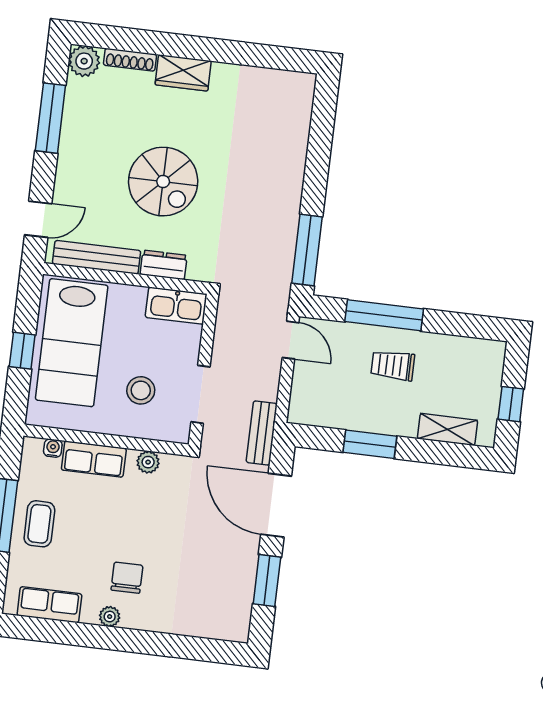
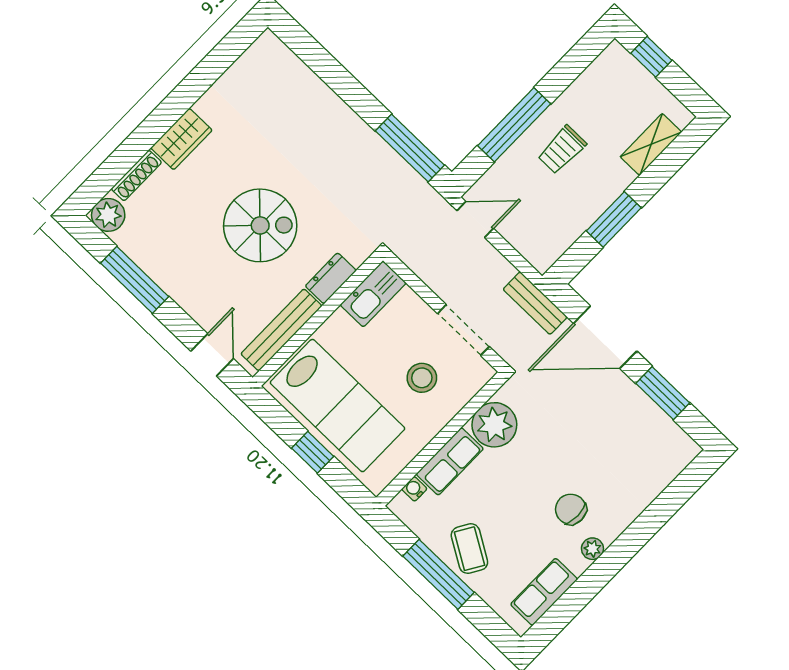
window: (511, 404) -> (651, 57), moved
plant: (148, 462) -> (494, 425), width x1.88, depth x1.88
coffee table: (39, 524) -> (469, 549), turned 31

